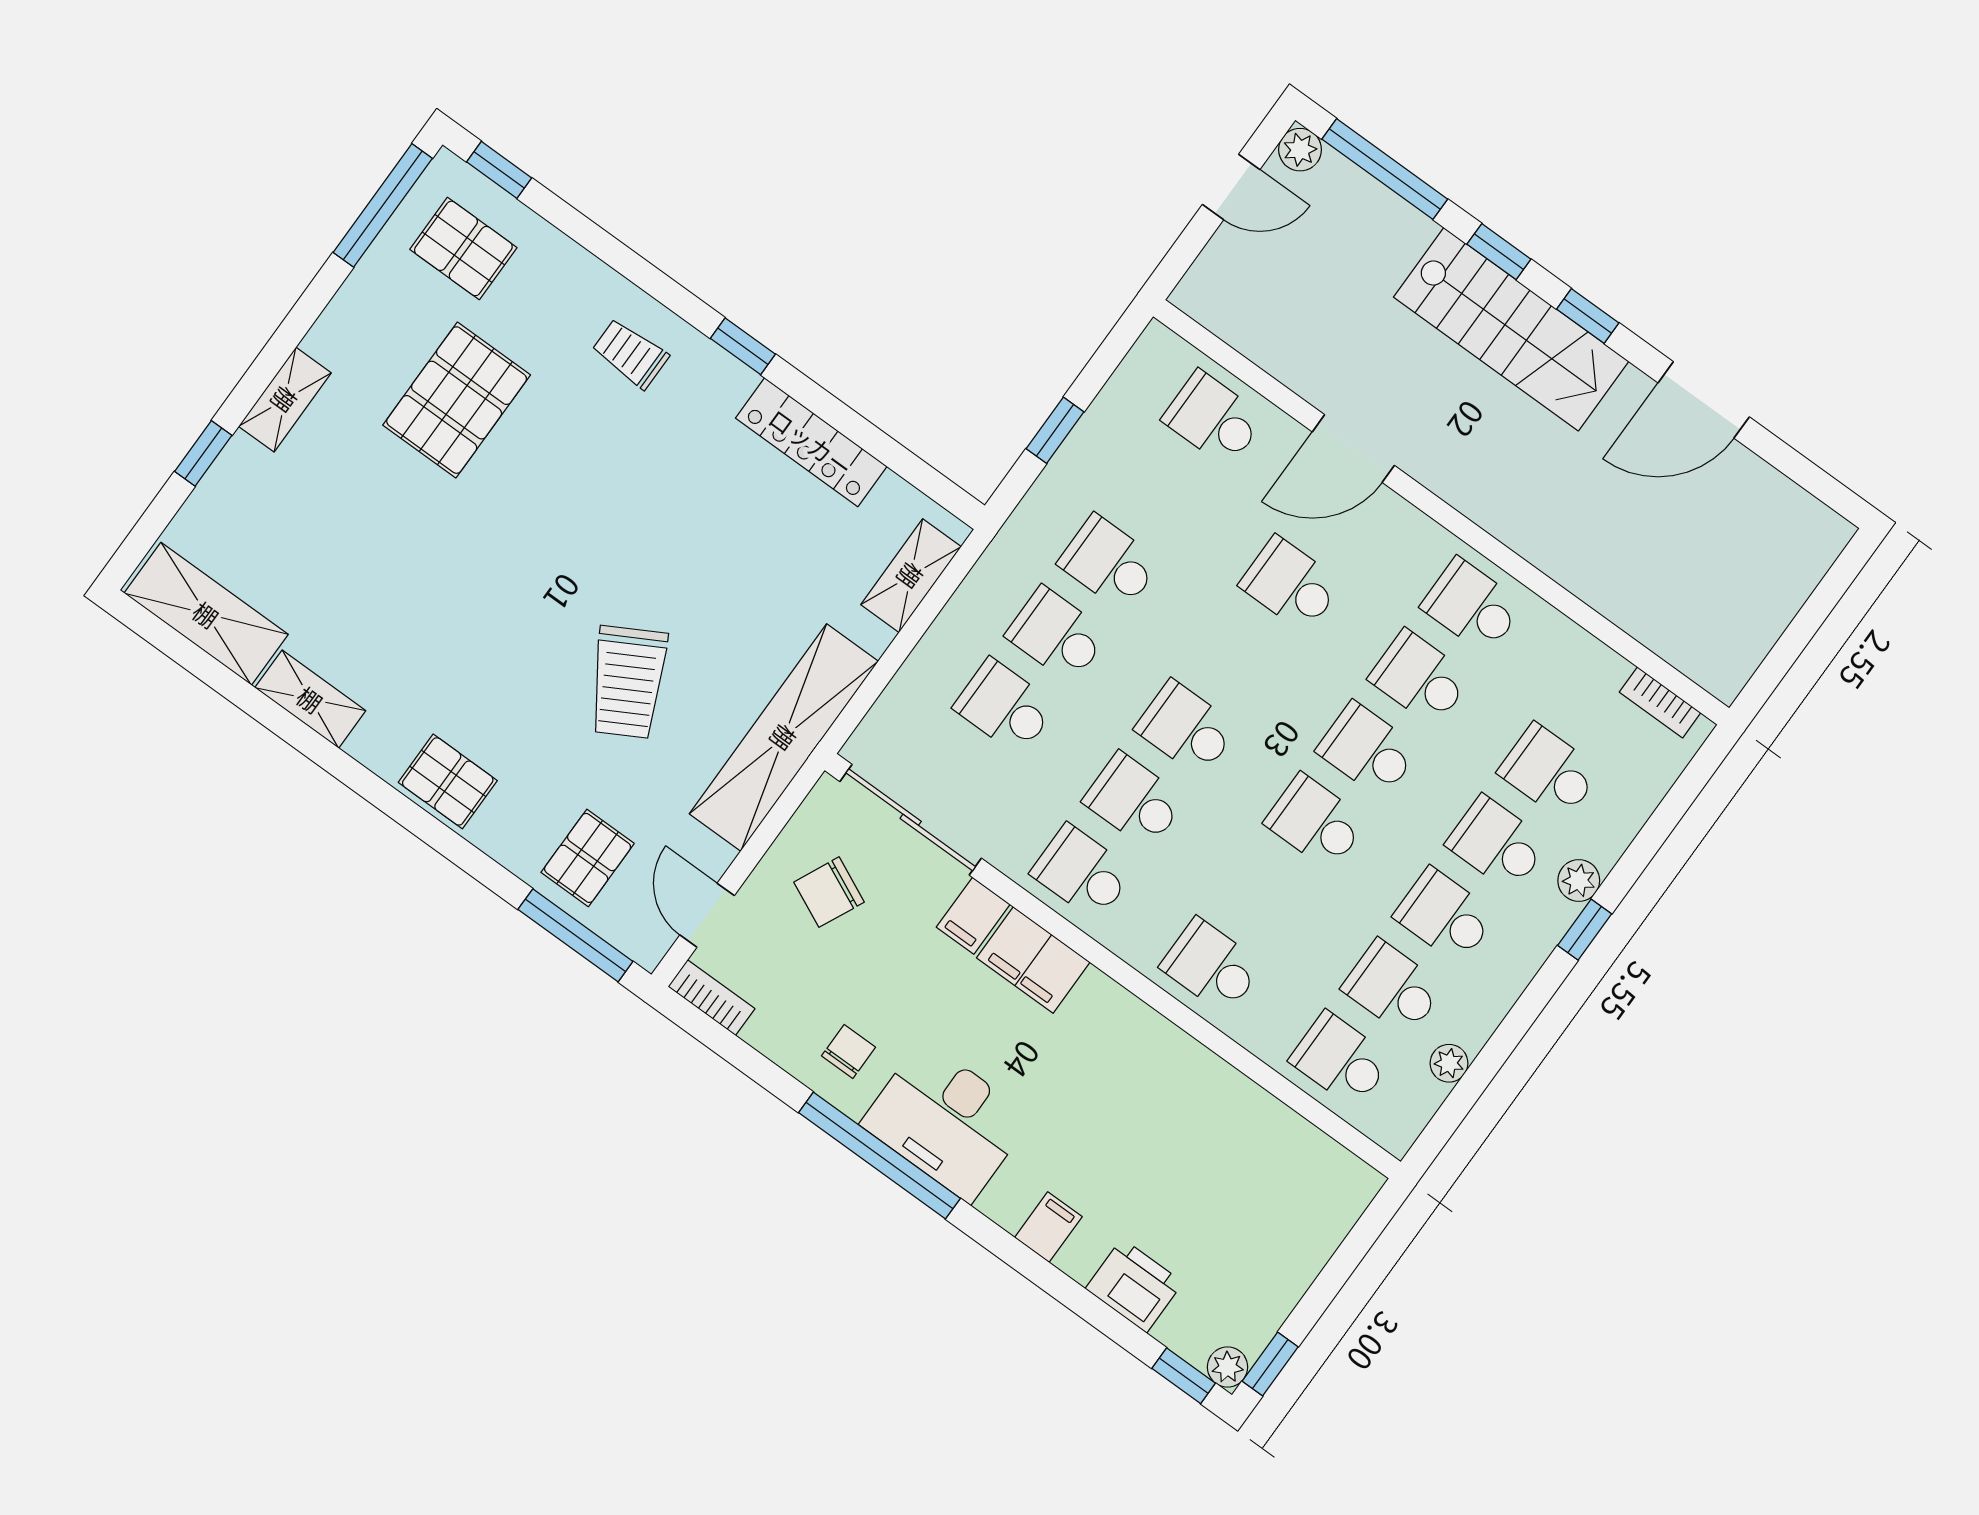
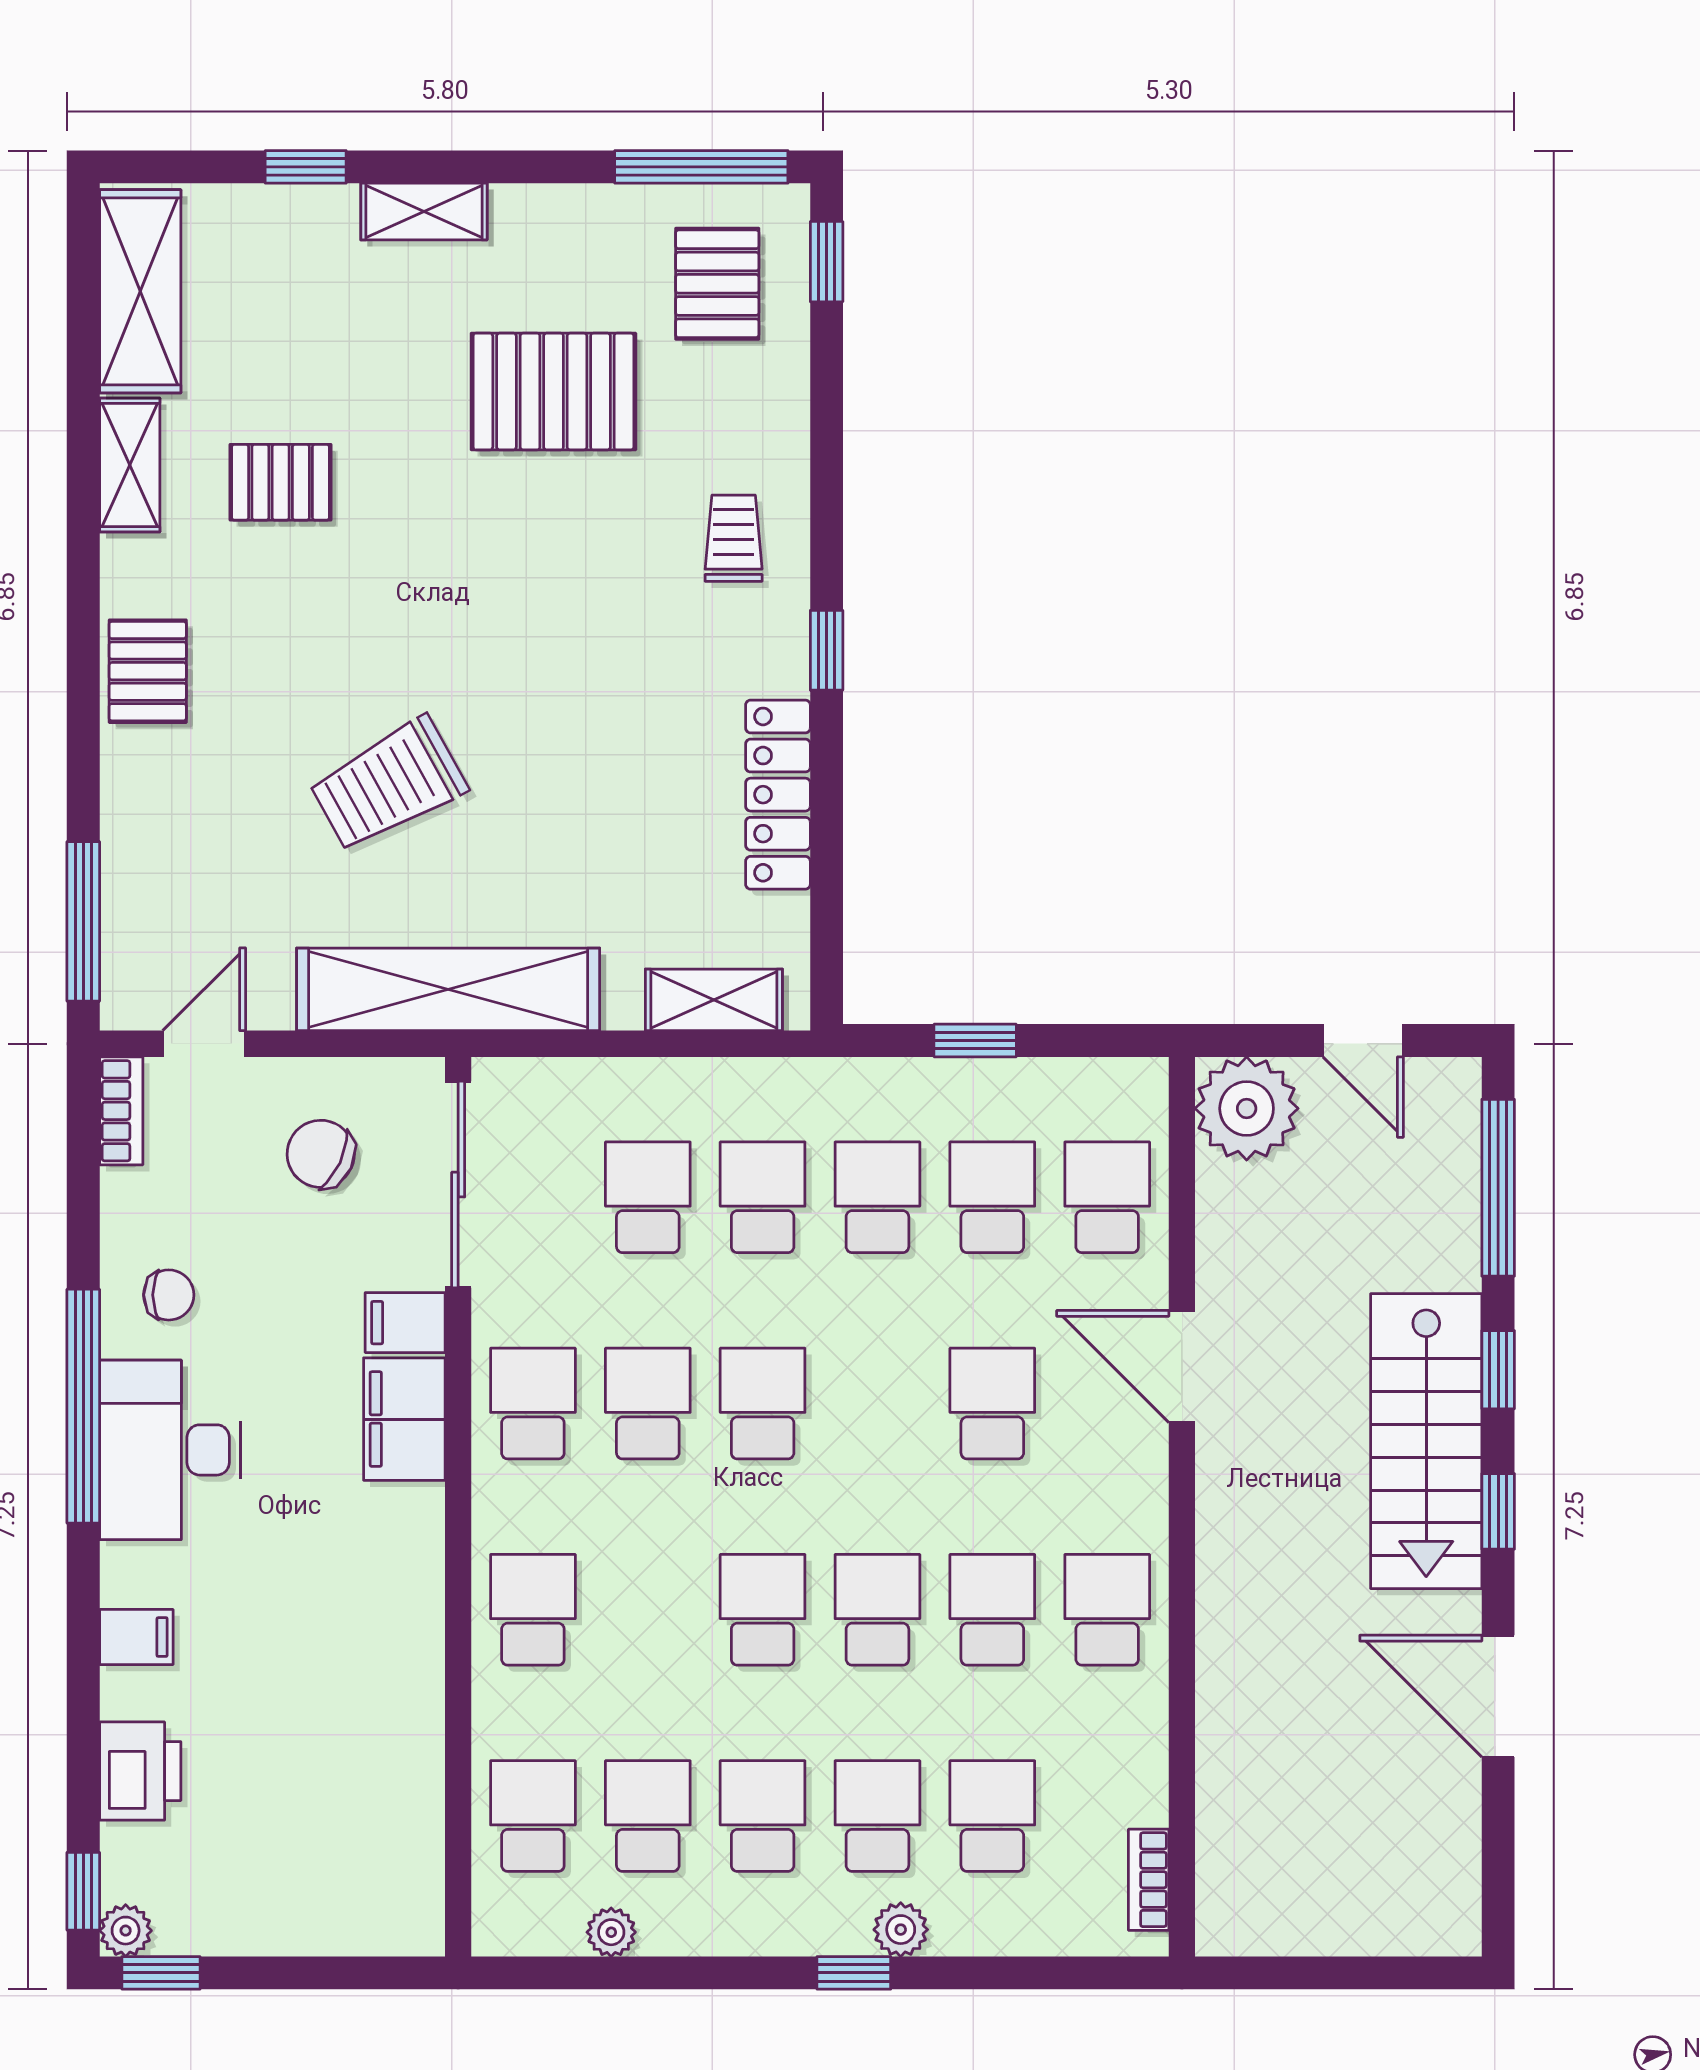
plant: (1300, 150) -> (1247, 1108), moved, width x1.87, depth x1.87
school desk: (1161, 491) -> (992, 1197), added
pallet: (588, 858) -> (281, 482), moved

